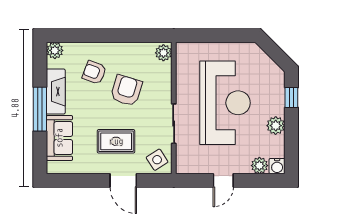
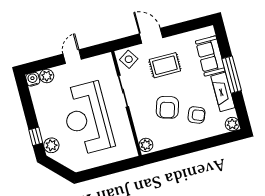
plant: (276, 126) -> (51, 145), moved

